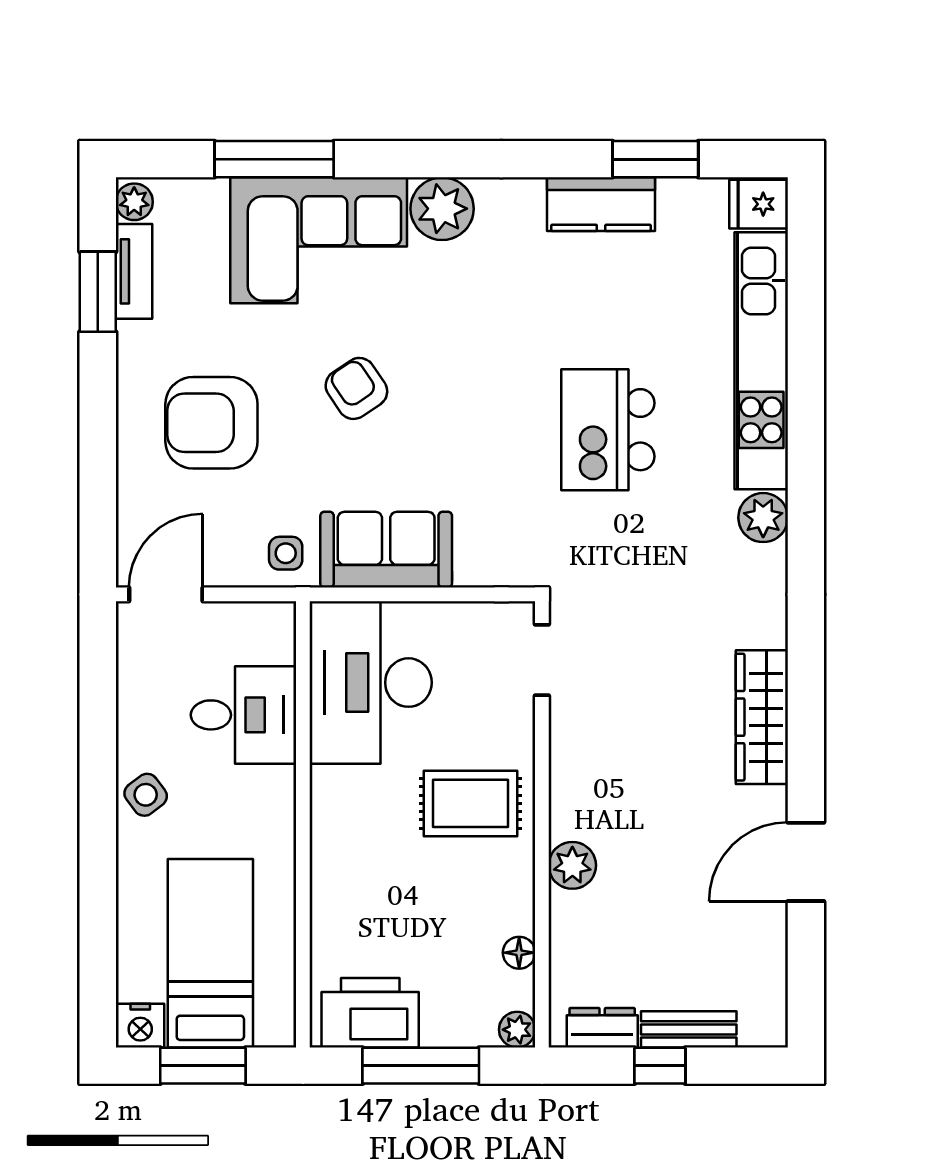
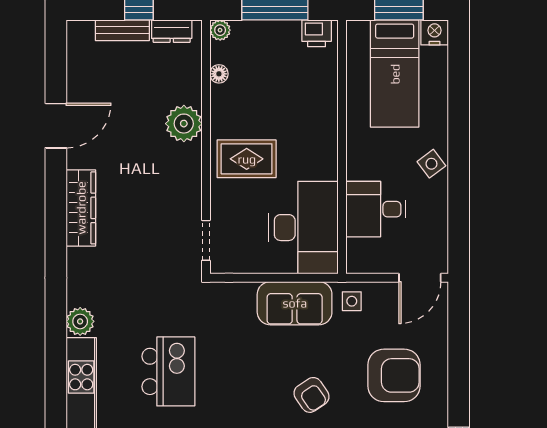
plant: (572, 865) -> (184, 124), width x1.36, depth x1.36
printer: (370, 1013) -> (317, 33), width x0.53, depth x0.68

